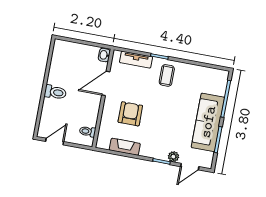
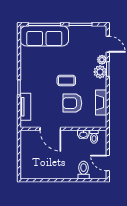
washbasin: (104, 55) -> (83, 134), moved
coffee table: (167, 75) -> (66, 80), moved
toilet: (55, 92) -> (84, 170), moved
sofa: (208, 122) -> (44, 36), moved
plant: (160, 152) -> (100, 72), added

